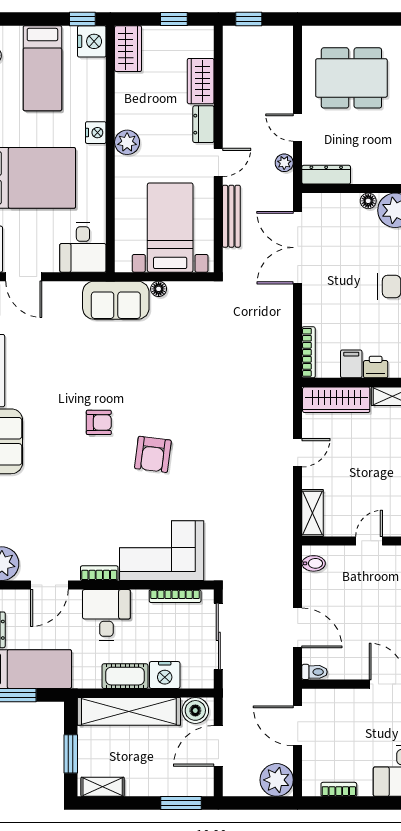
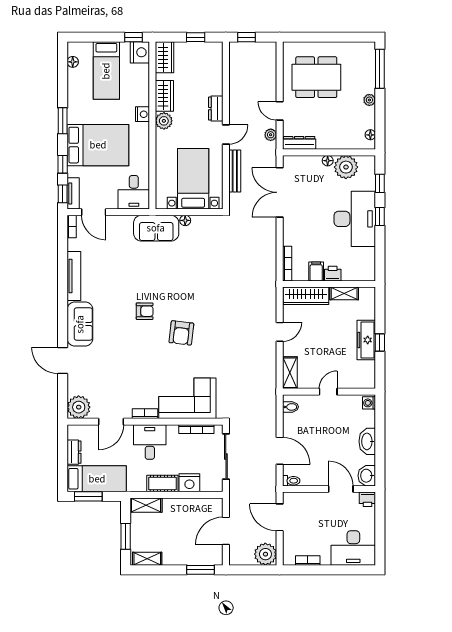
wardrobe: (201, 81) -> (164, 96), moved, turned 180
boiler: (195, 710) -> (210, 507), removed
shelving: (129, 711) -> (146, 505), width x0.45, depth x0.75

